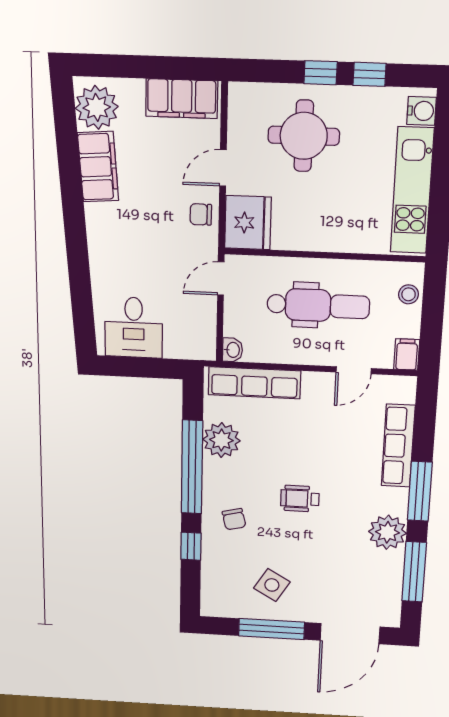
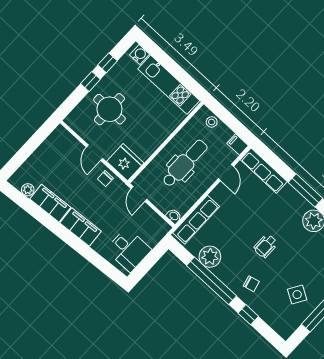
filing cabinet: (182, 99) -> (81, 227), moved, turned -94
plant: (97, 107) -> (28, 190), width x0.53, depth x0.53
row of seats: (398, 446) -> (264, 171), moved

